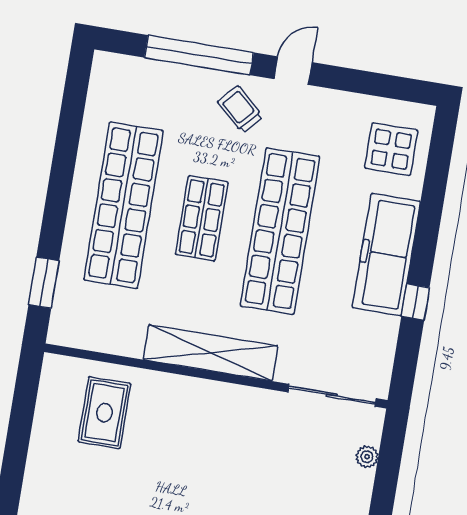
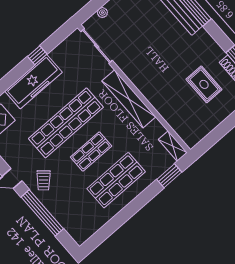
shop shelf: (123, 205) -> (116, 180), width x0.71
shelving: (78, 335) -> (173, 146), added
rug: (104, 413) -> (204, 84), moved, turned 90

